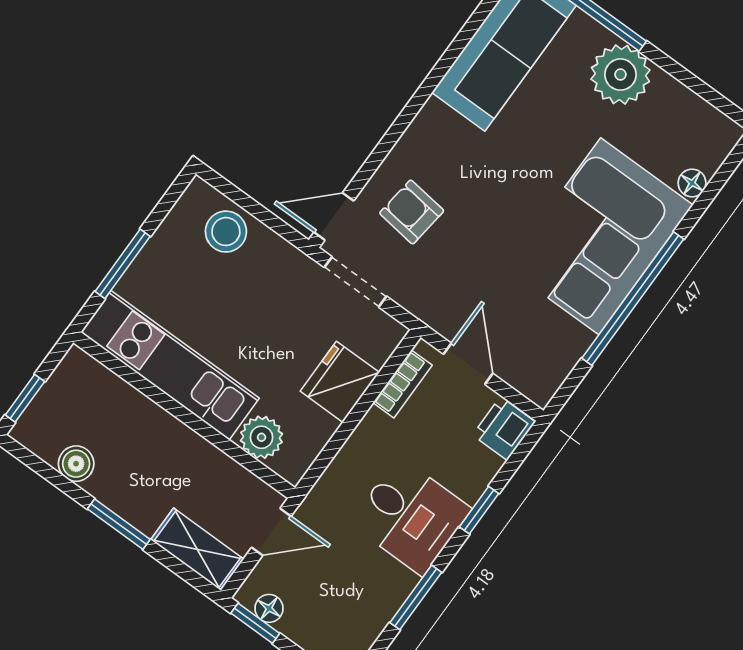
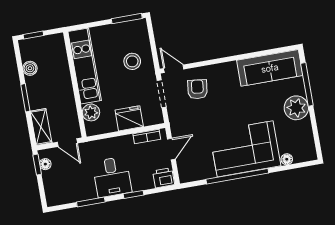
stool: (226, 232) -> (132, 61), moved
window: (123, 264) -> (127, 19), moved

